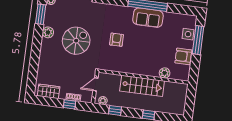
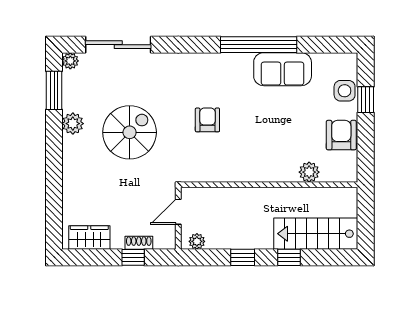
sofa: (148, 18) -> (283, 69), moved
window: (198, 40) -> (366, 100), width x0.46
armchair: (183, 56) -> (341, 135), turned 90
stairs: (142, 86) -> (316, 234), moved, turned 180
window: (115, 110) -> (243, 257), moved

